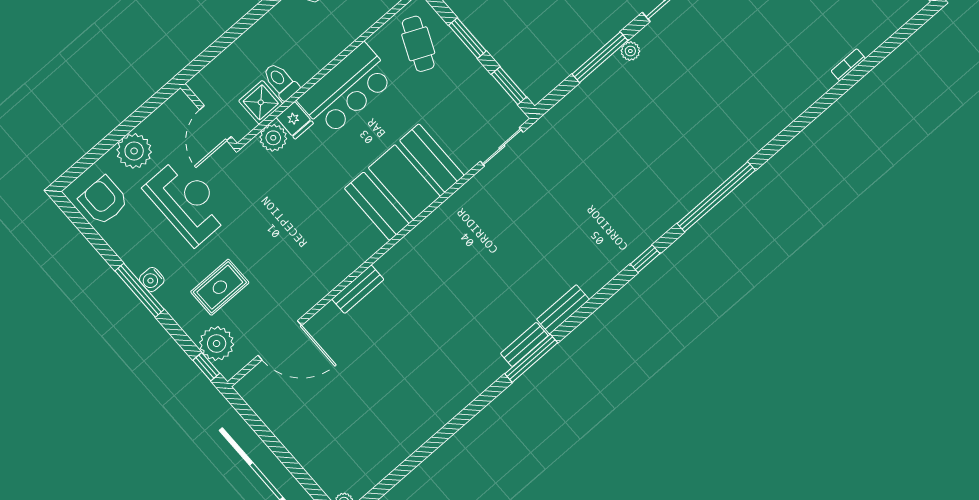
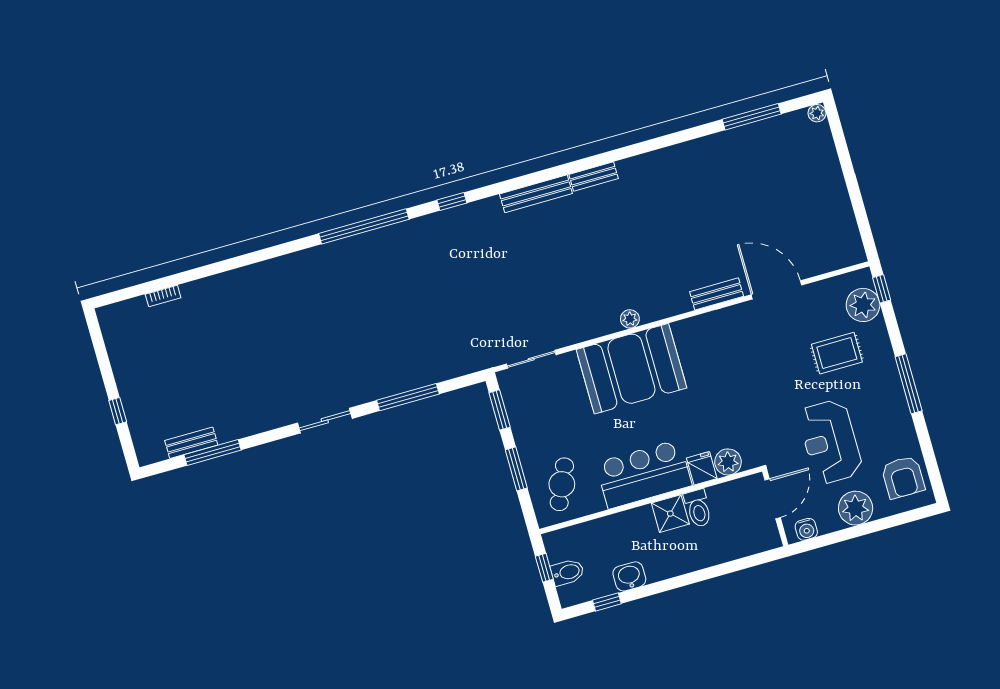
plant: (630, 51) -> (630, 319), moved
bookcase: (848, 65) -> (163, 296), moved
shower: (261, 102) -> (670, 514), moved
water cooler: (152, 280) -> (806, 529), moved, turned 90
bench: (563, 309) -> (536, 194), width x1.36
door: (280, 340) -> (776, 290), moved
window: (531, 358) -> (752, 117), moved

